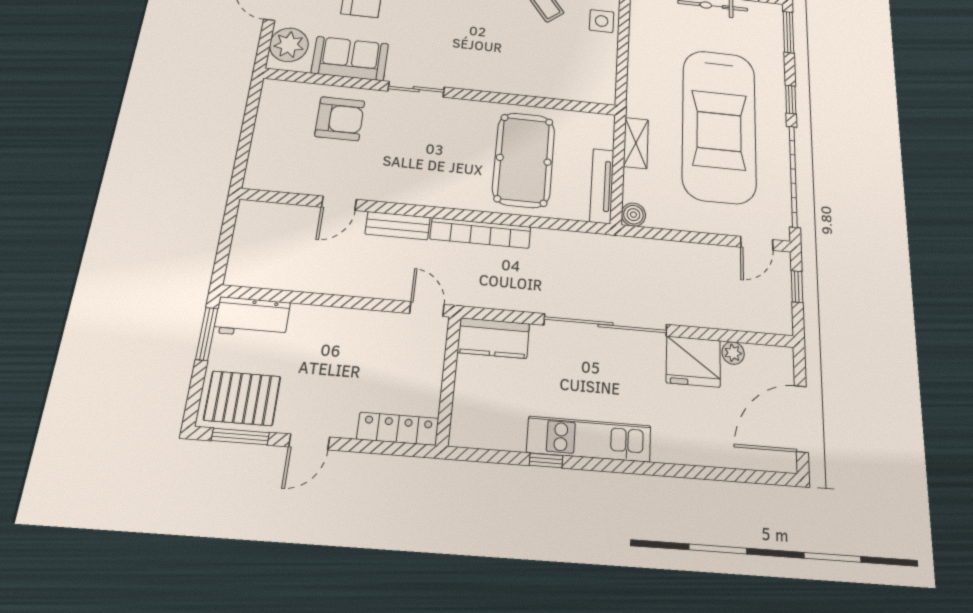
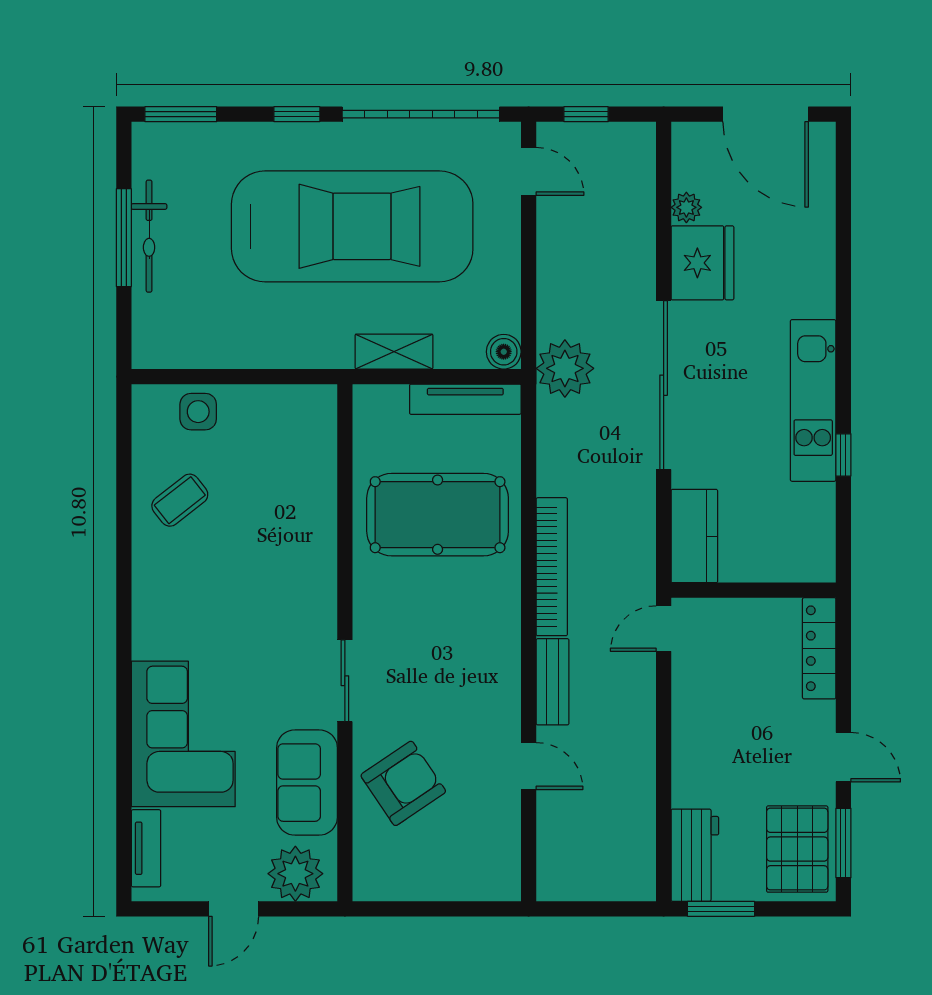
armchair: (340, 119) -> (403, 783), turned 56
plant: (620, 255) -> (565, 368), added

